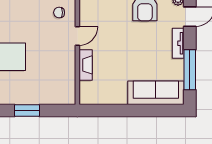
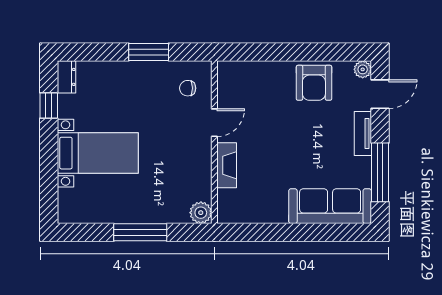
plant: (68, 97) -> (201, 213), added
window: (27, 110) -> (140, 232), width x1.44

